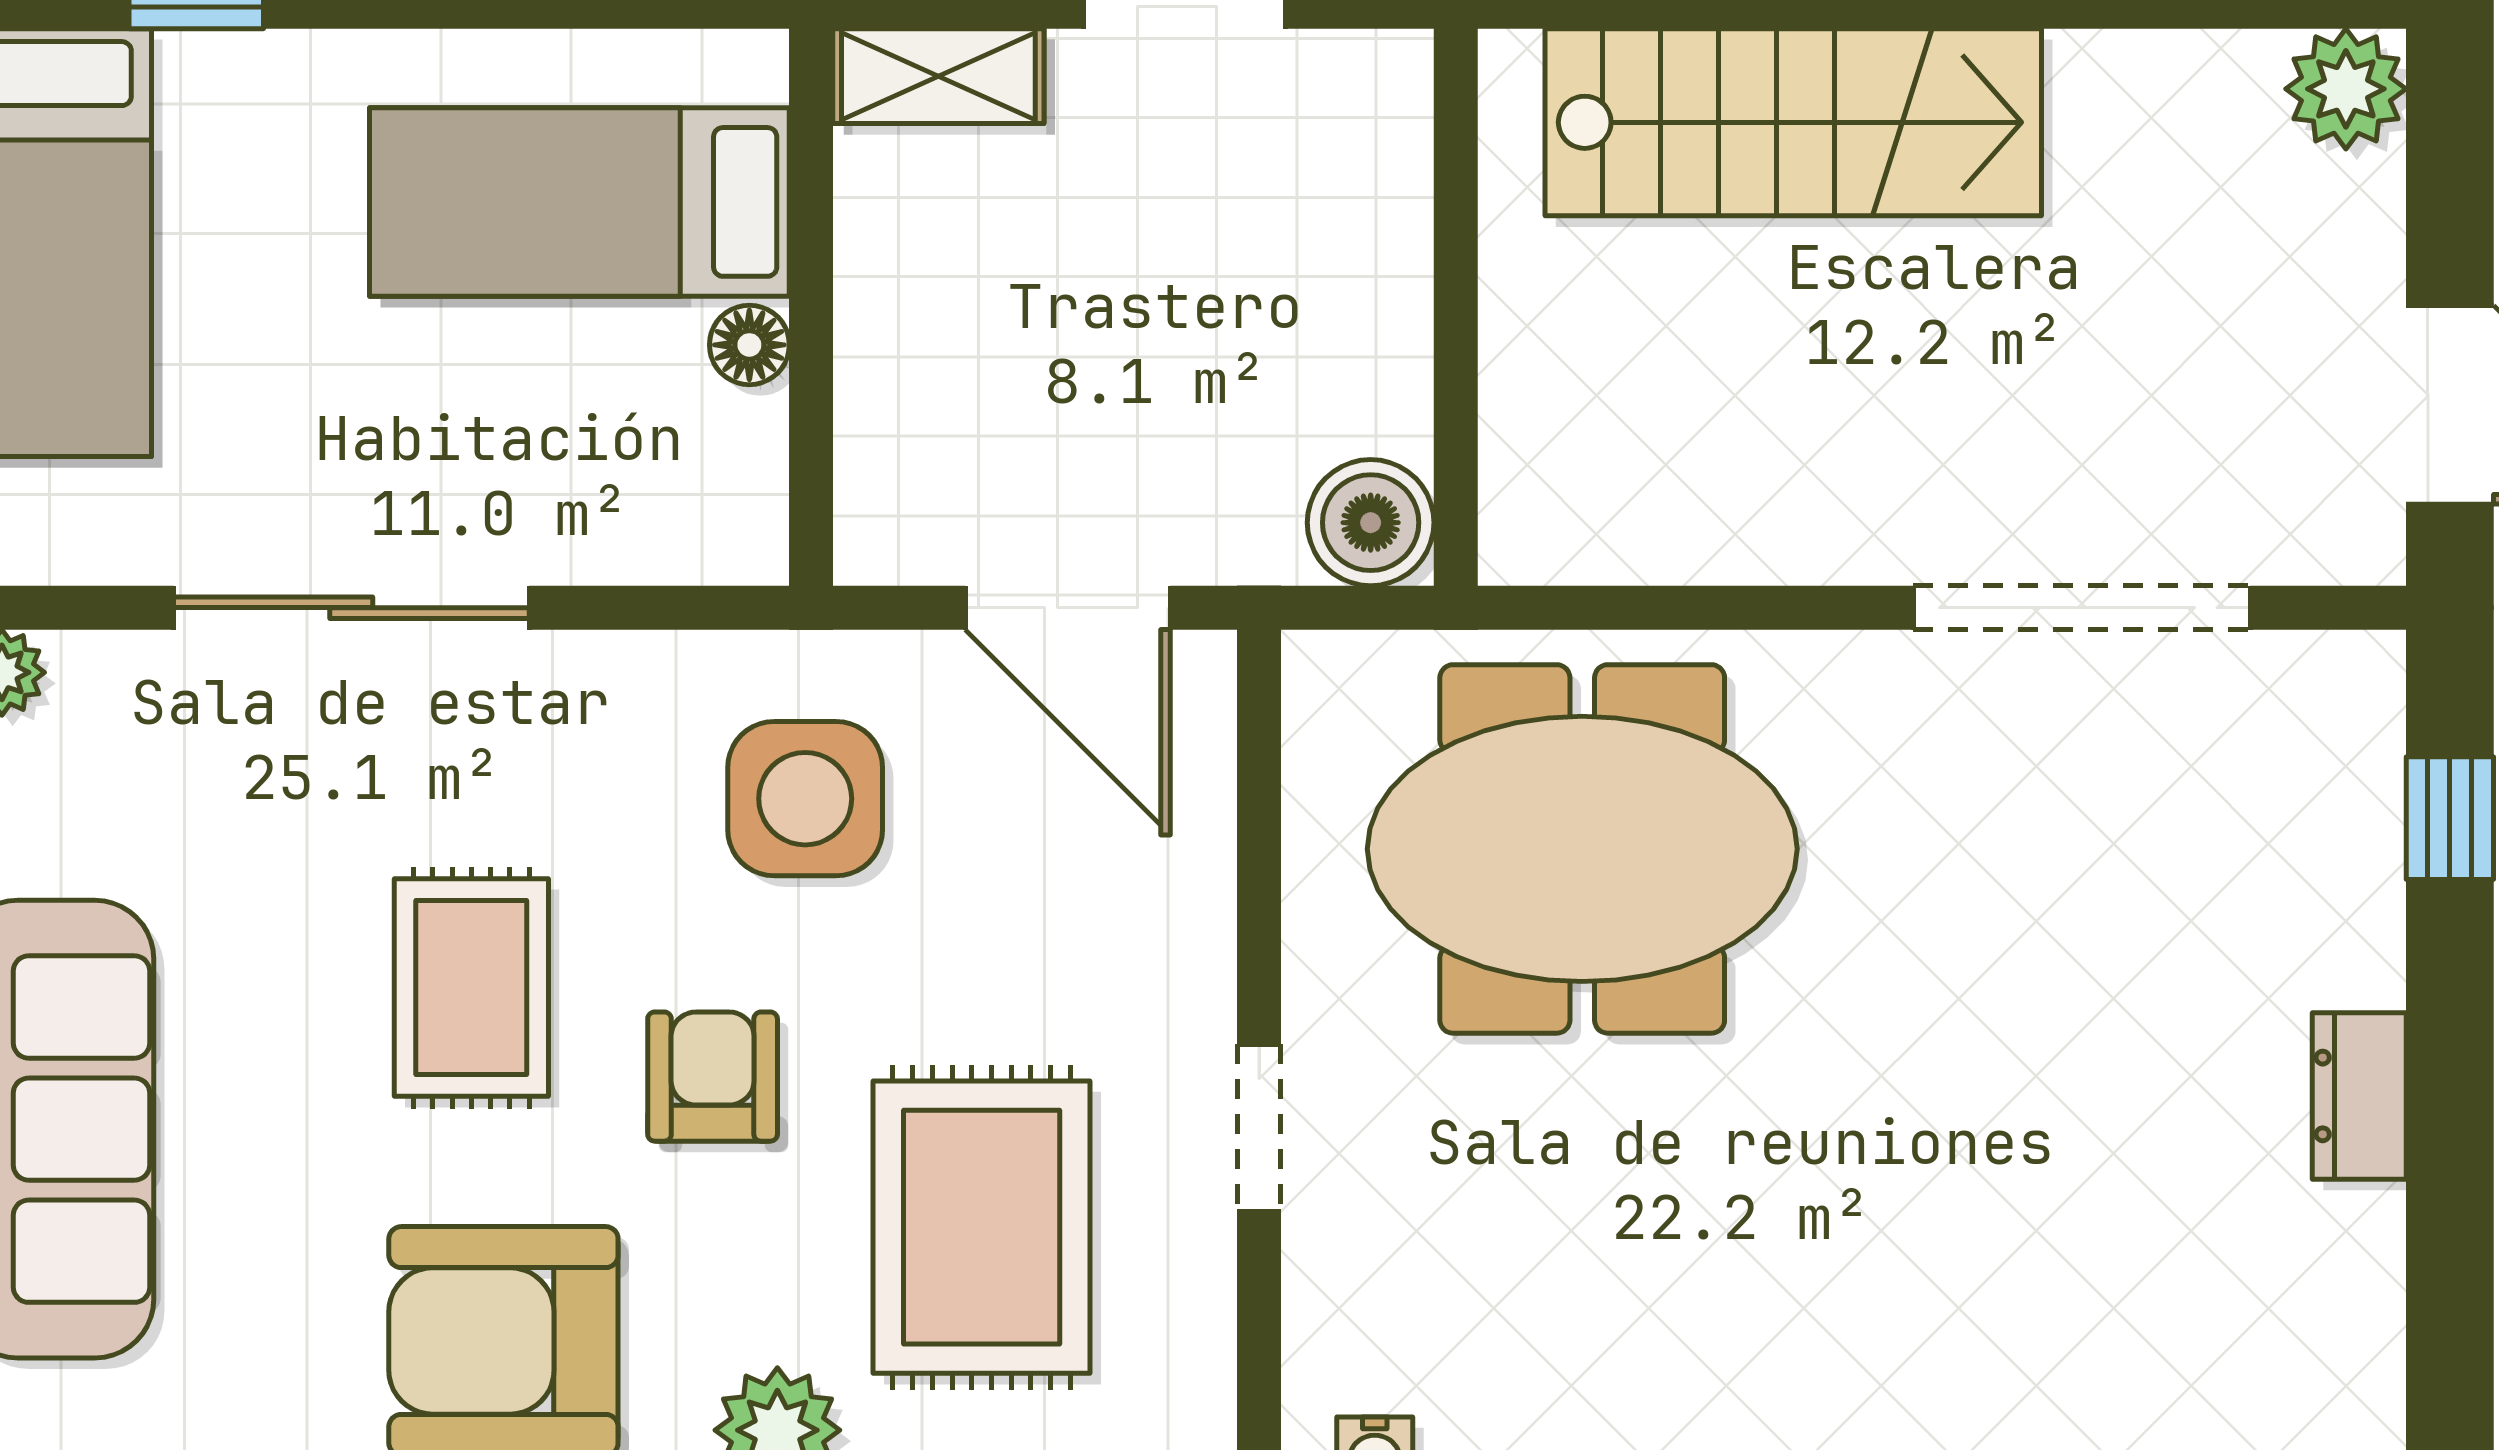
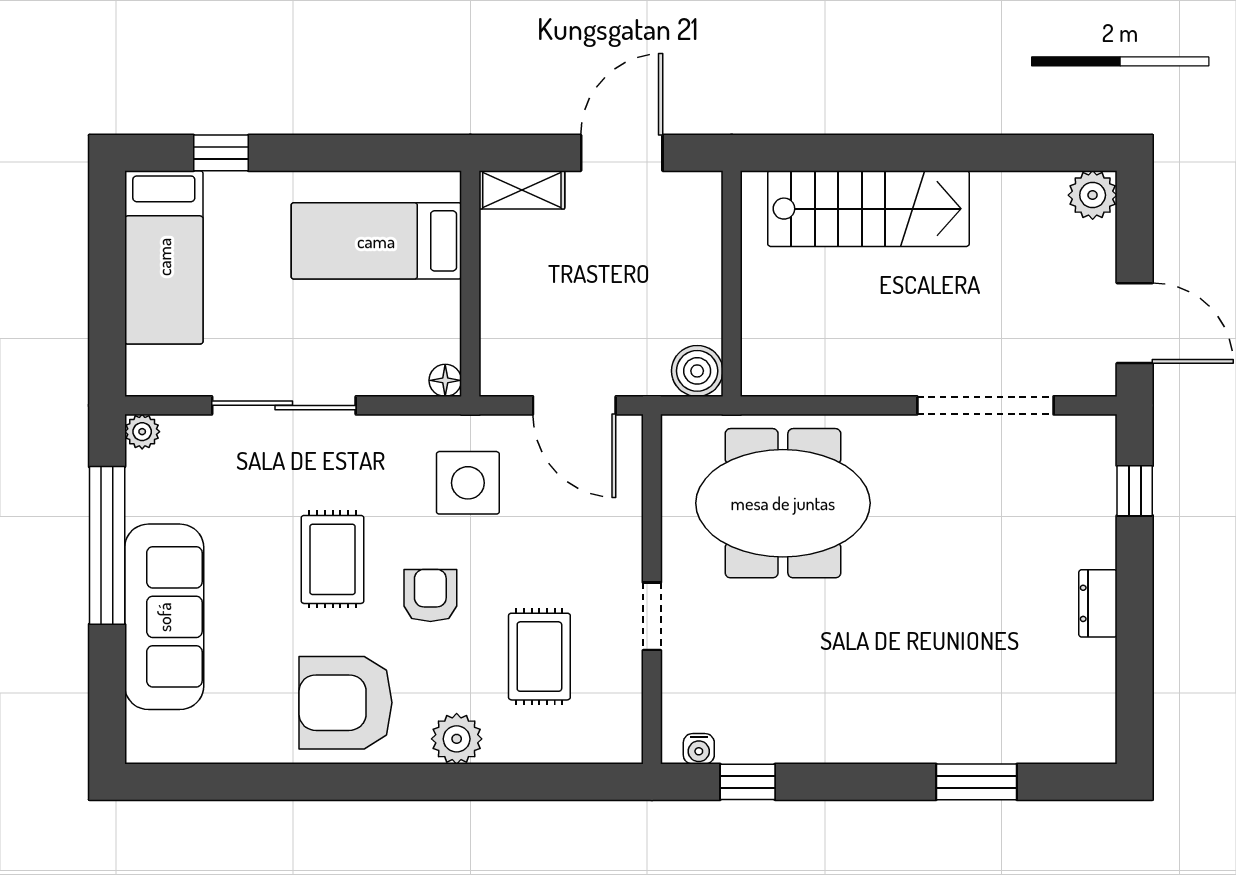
floor lamp: (749, 345) -> (445, 380), moved
rug: (982, 1227) -> (539, 657), width x0.73, depth x0.70

